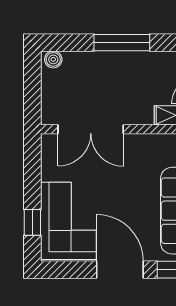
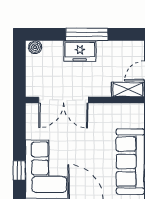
freezer: (112, 65) -> (80, 51), added

